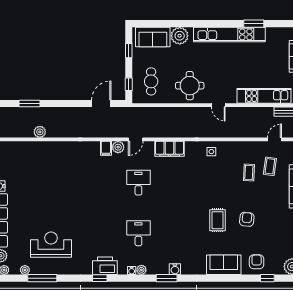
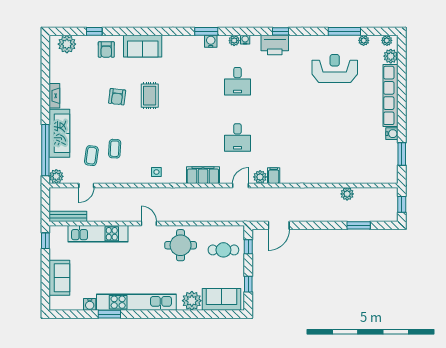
water cooler: (271, 32) -> (90, 304), added
cafe table: (151, 81) -> (223, 250), turned 90
reception desk: (51, 245) -> (335, 69), turned 180
water cooler: (175, 269) -> (211, 41), moved

